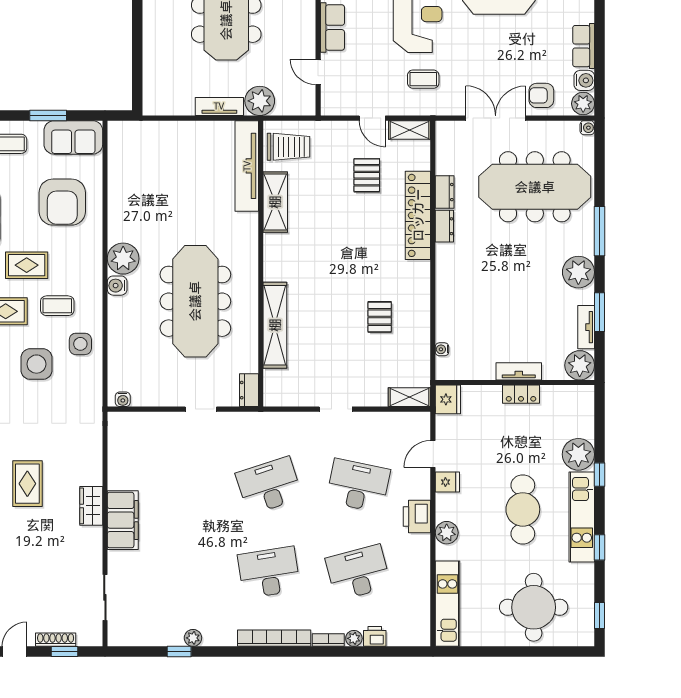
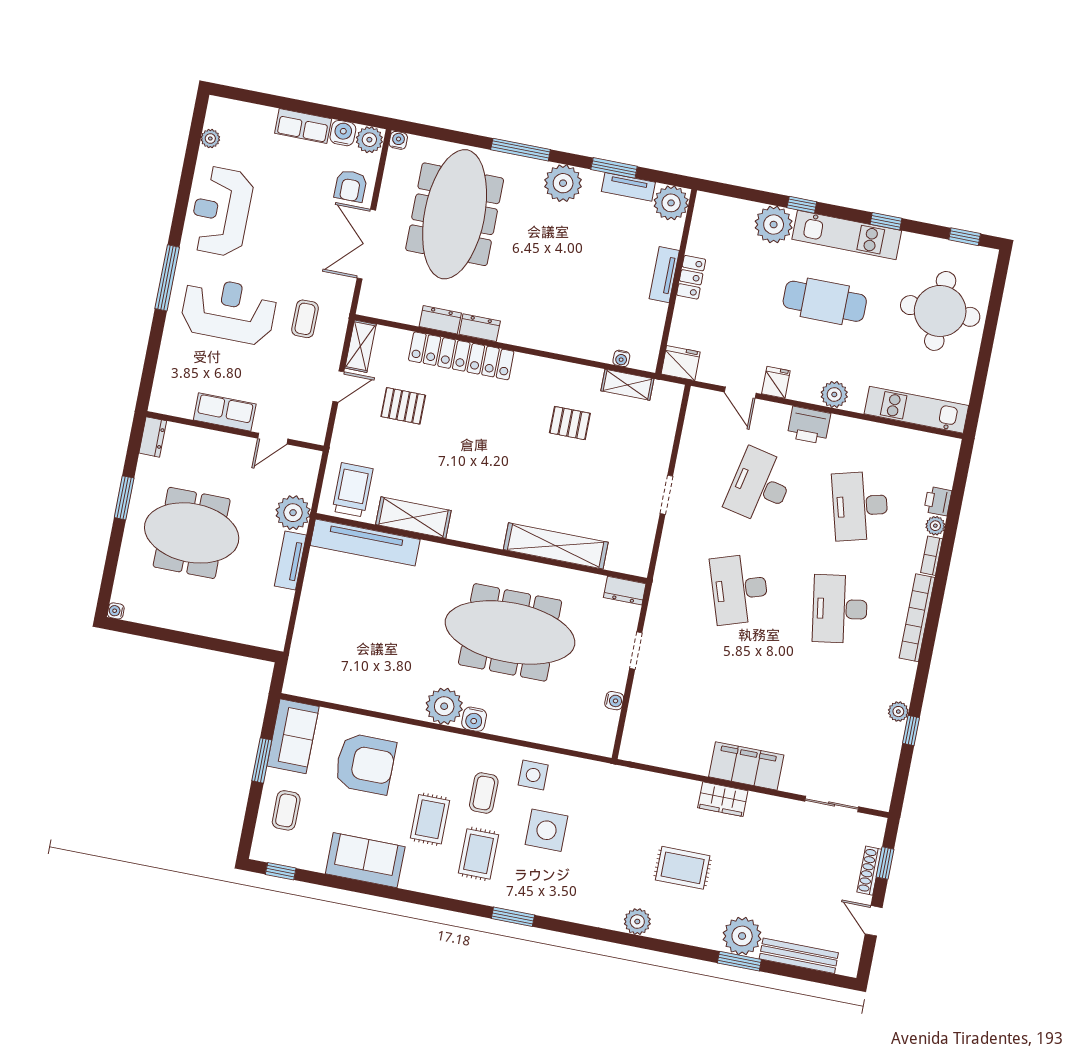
shelving: (409, 397) -> (627, 385), moved, turned 90
water cooler: (123, 399) -> (614, 701), moved

